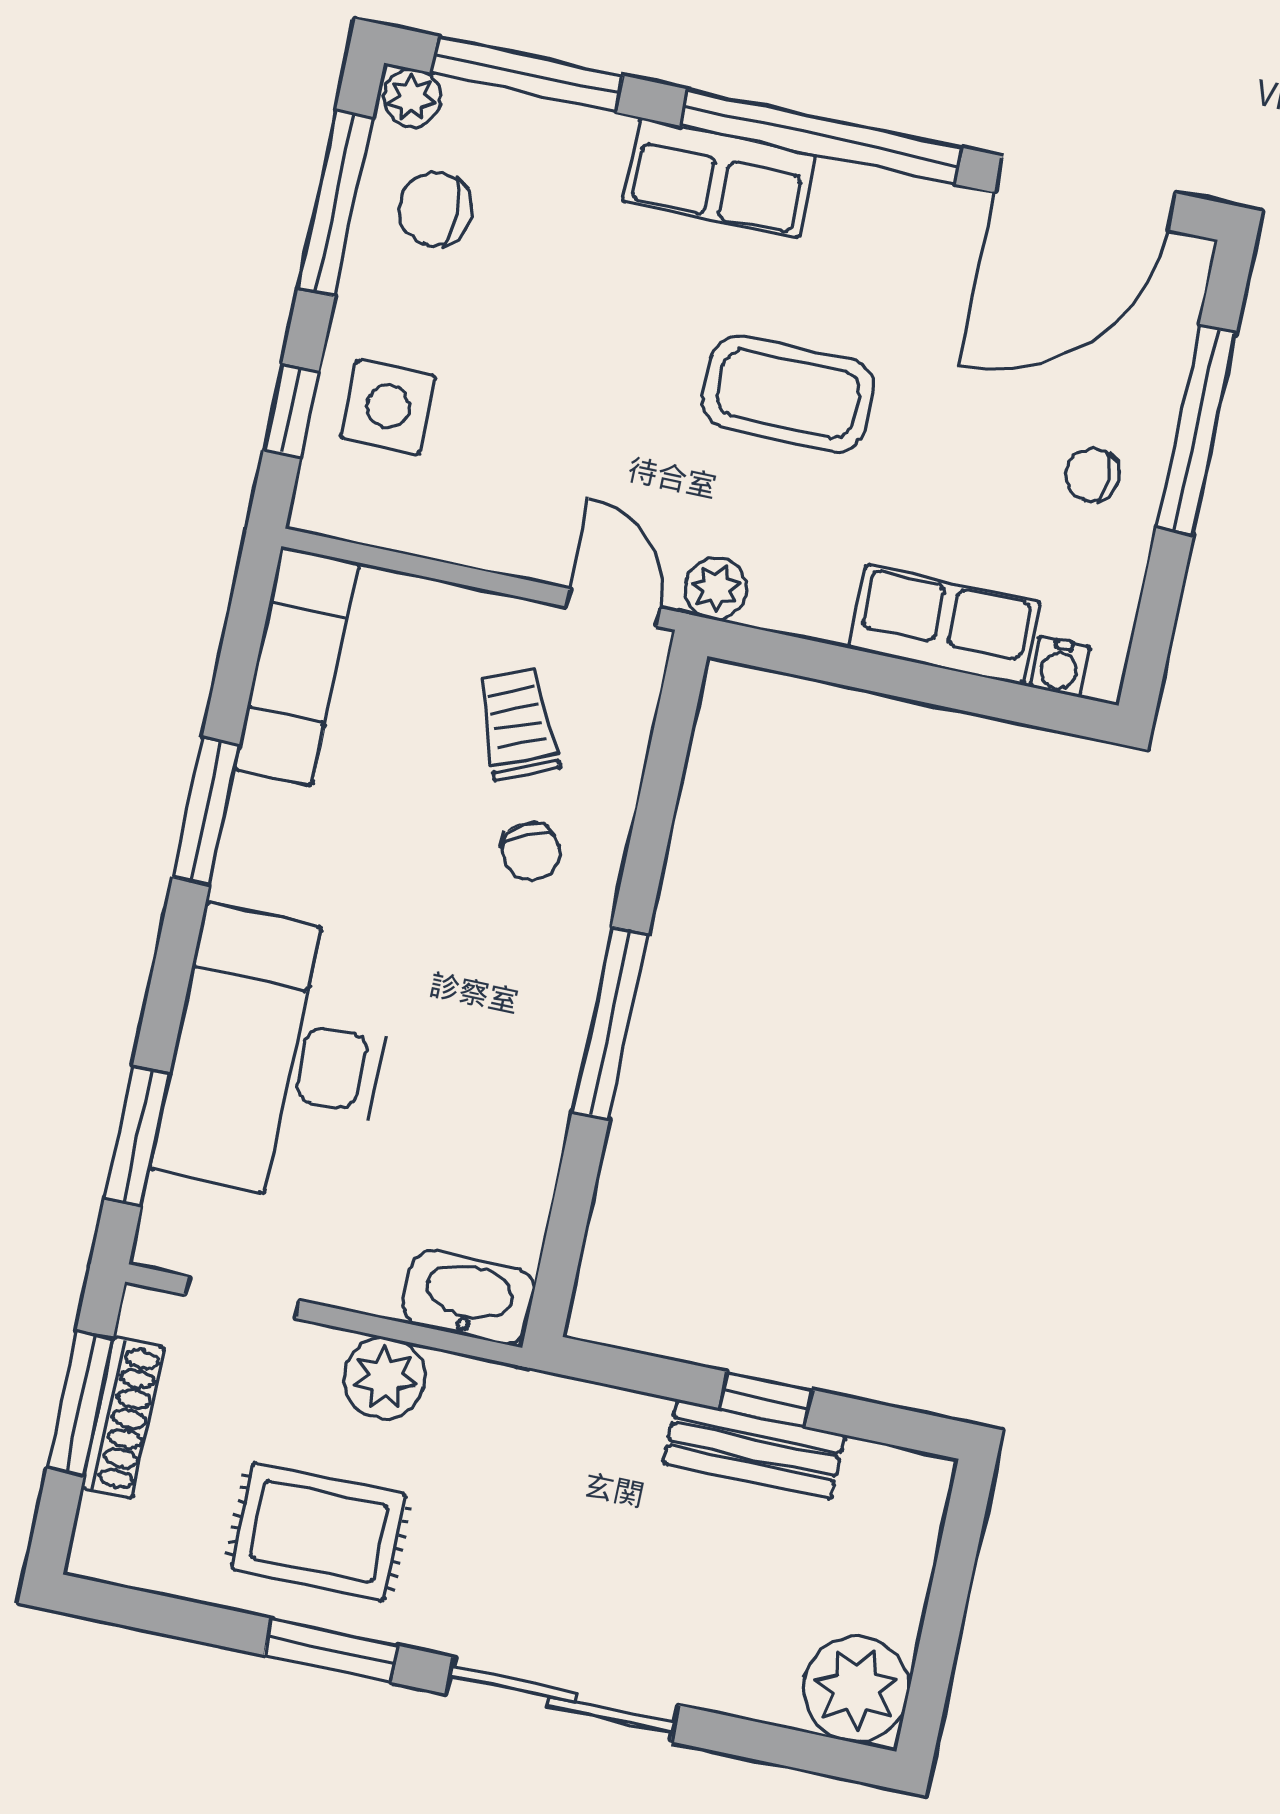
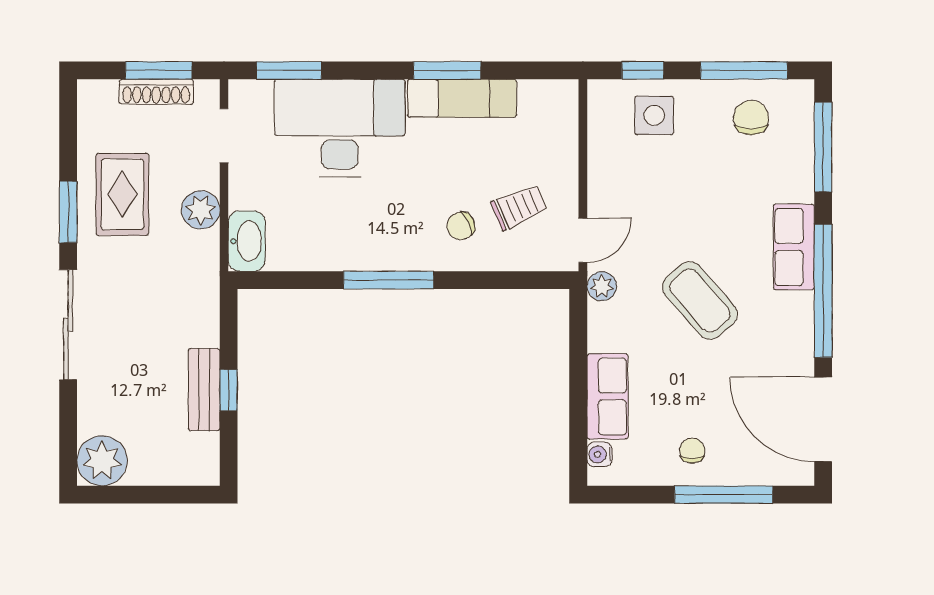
plant: (412, 98) -> (801, 96), removed
coffee table: (788, 394) -> (700, 301), turned -41
exam couch: (297, 666) -> (462, 98), moved

